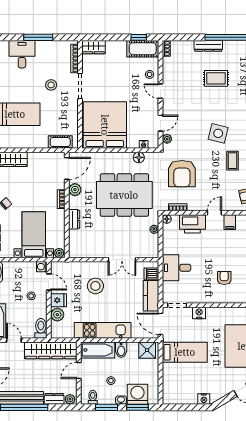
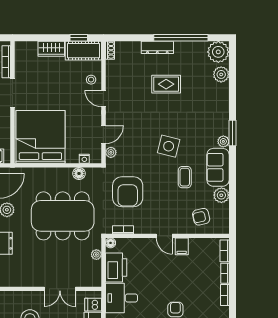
wardrobe: (93, 47) -> (51, 49), moved
door: (214, 213) -> (164, 236), swing flipped
printer: (192, 224) -> (116, 267), moved, turned -90

